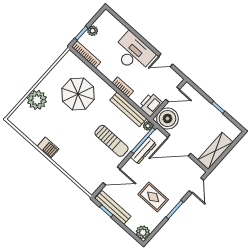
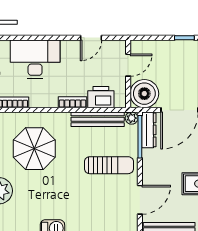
desk: (133, 53) -> (35, 59), moved
printer: (151, 105) -> (101, 97), moved, turned 90
dresser: (143, 151) -> (149, 130), moved

